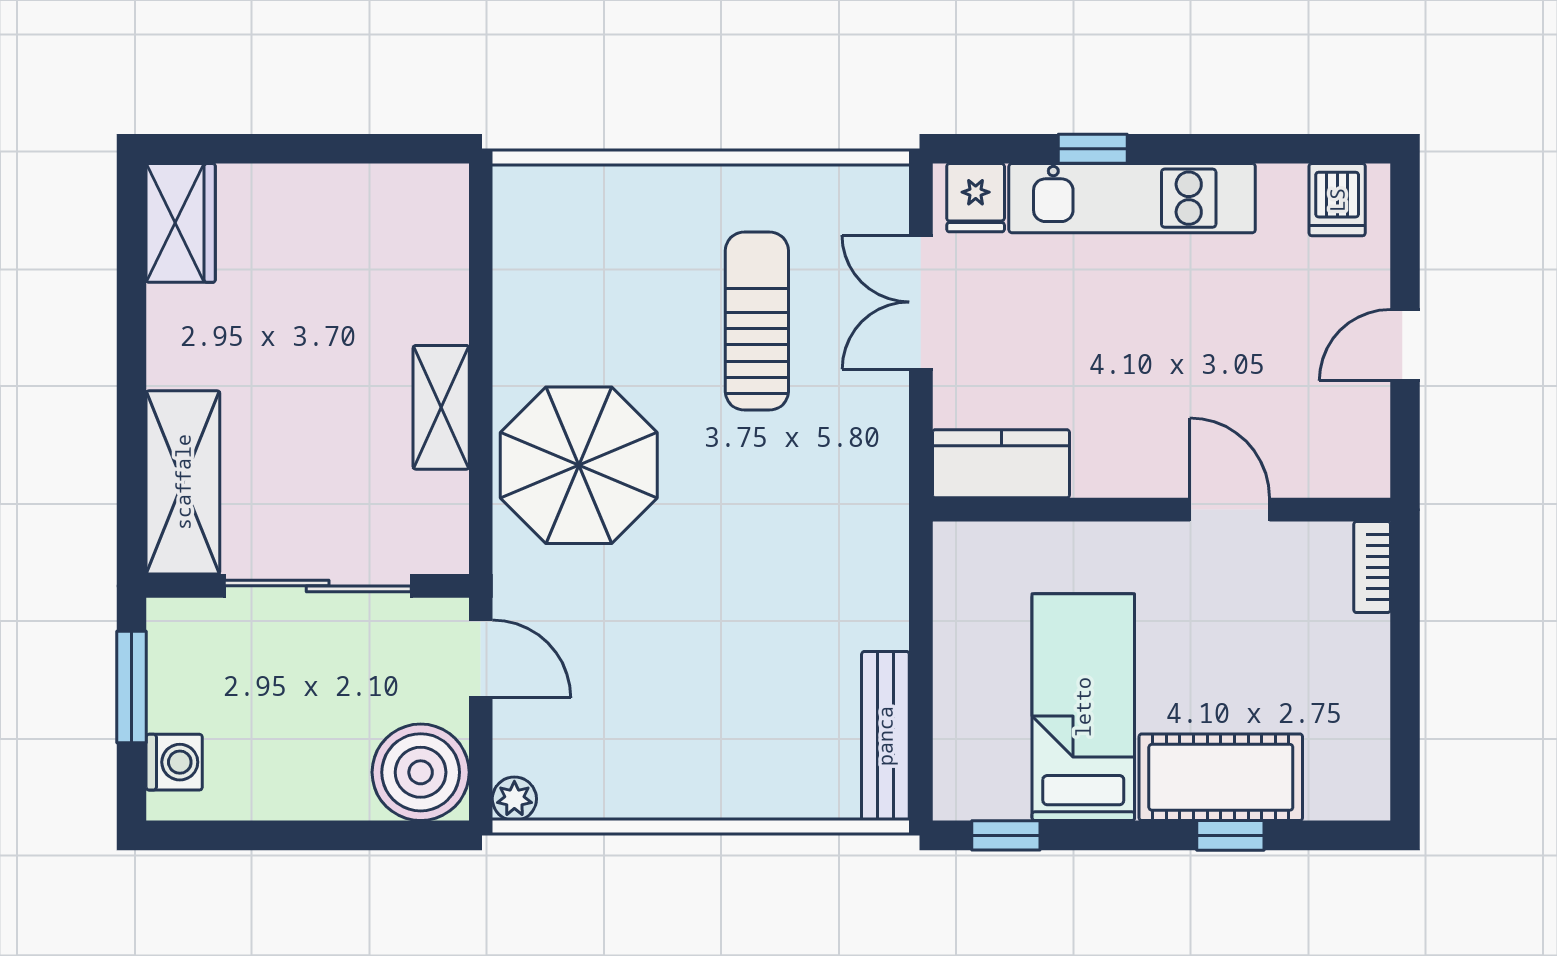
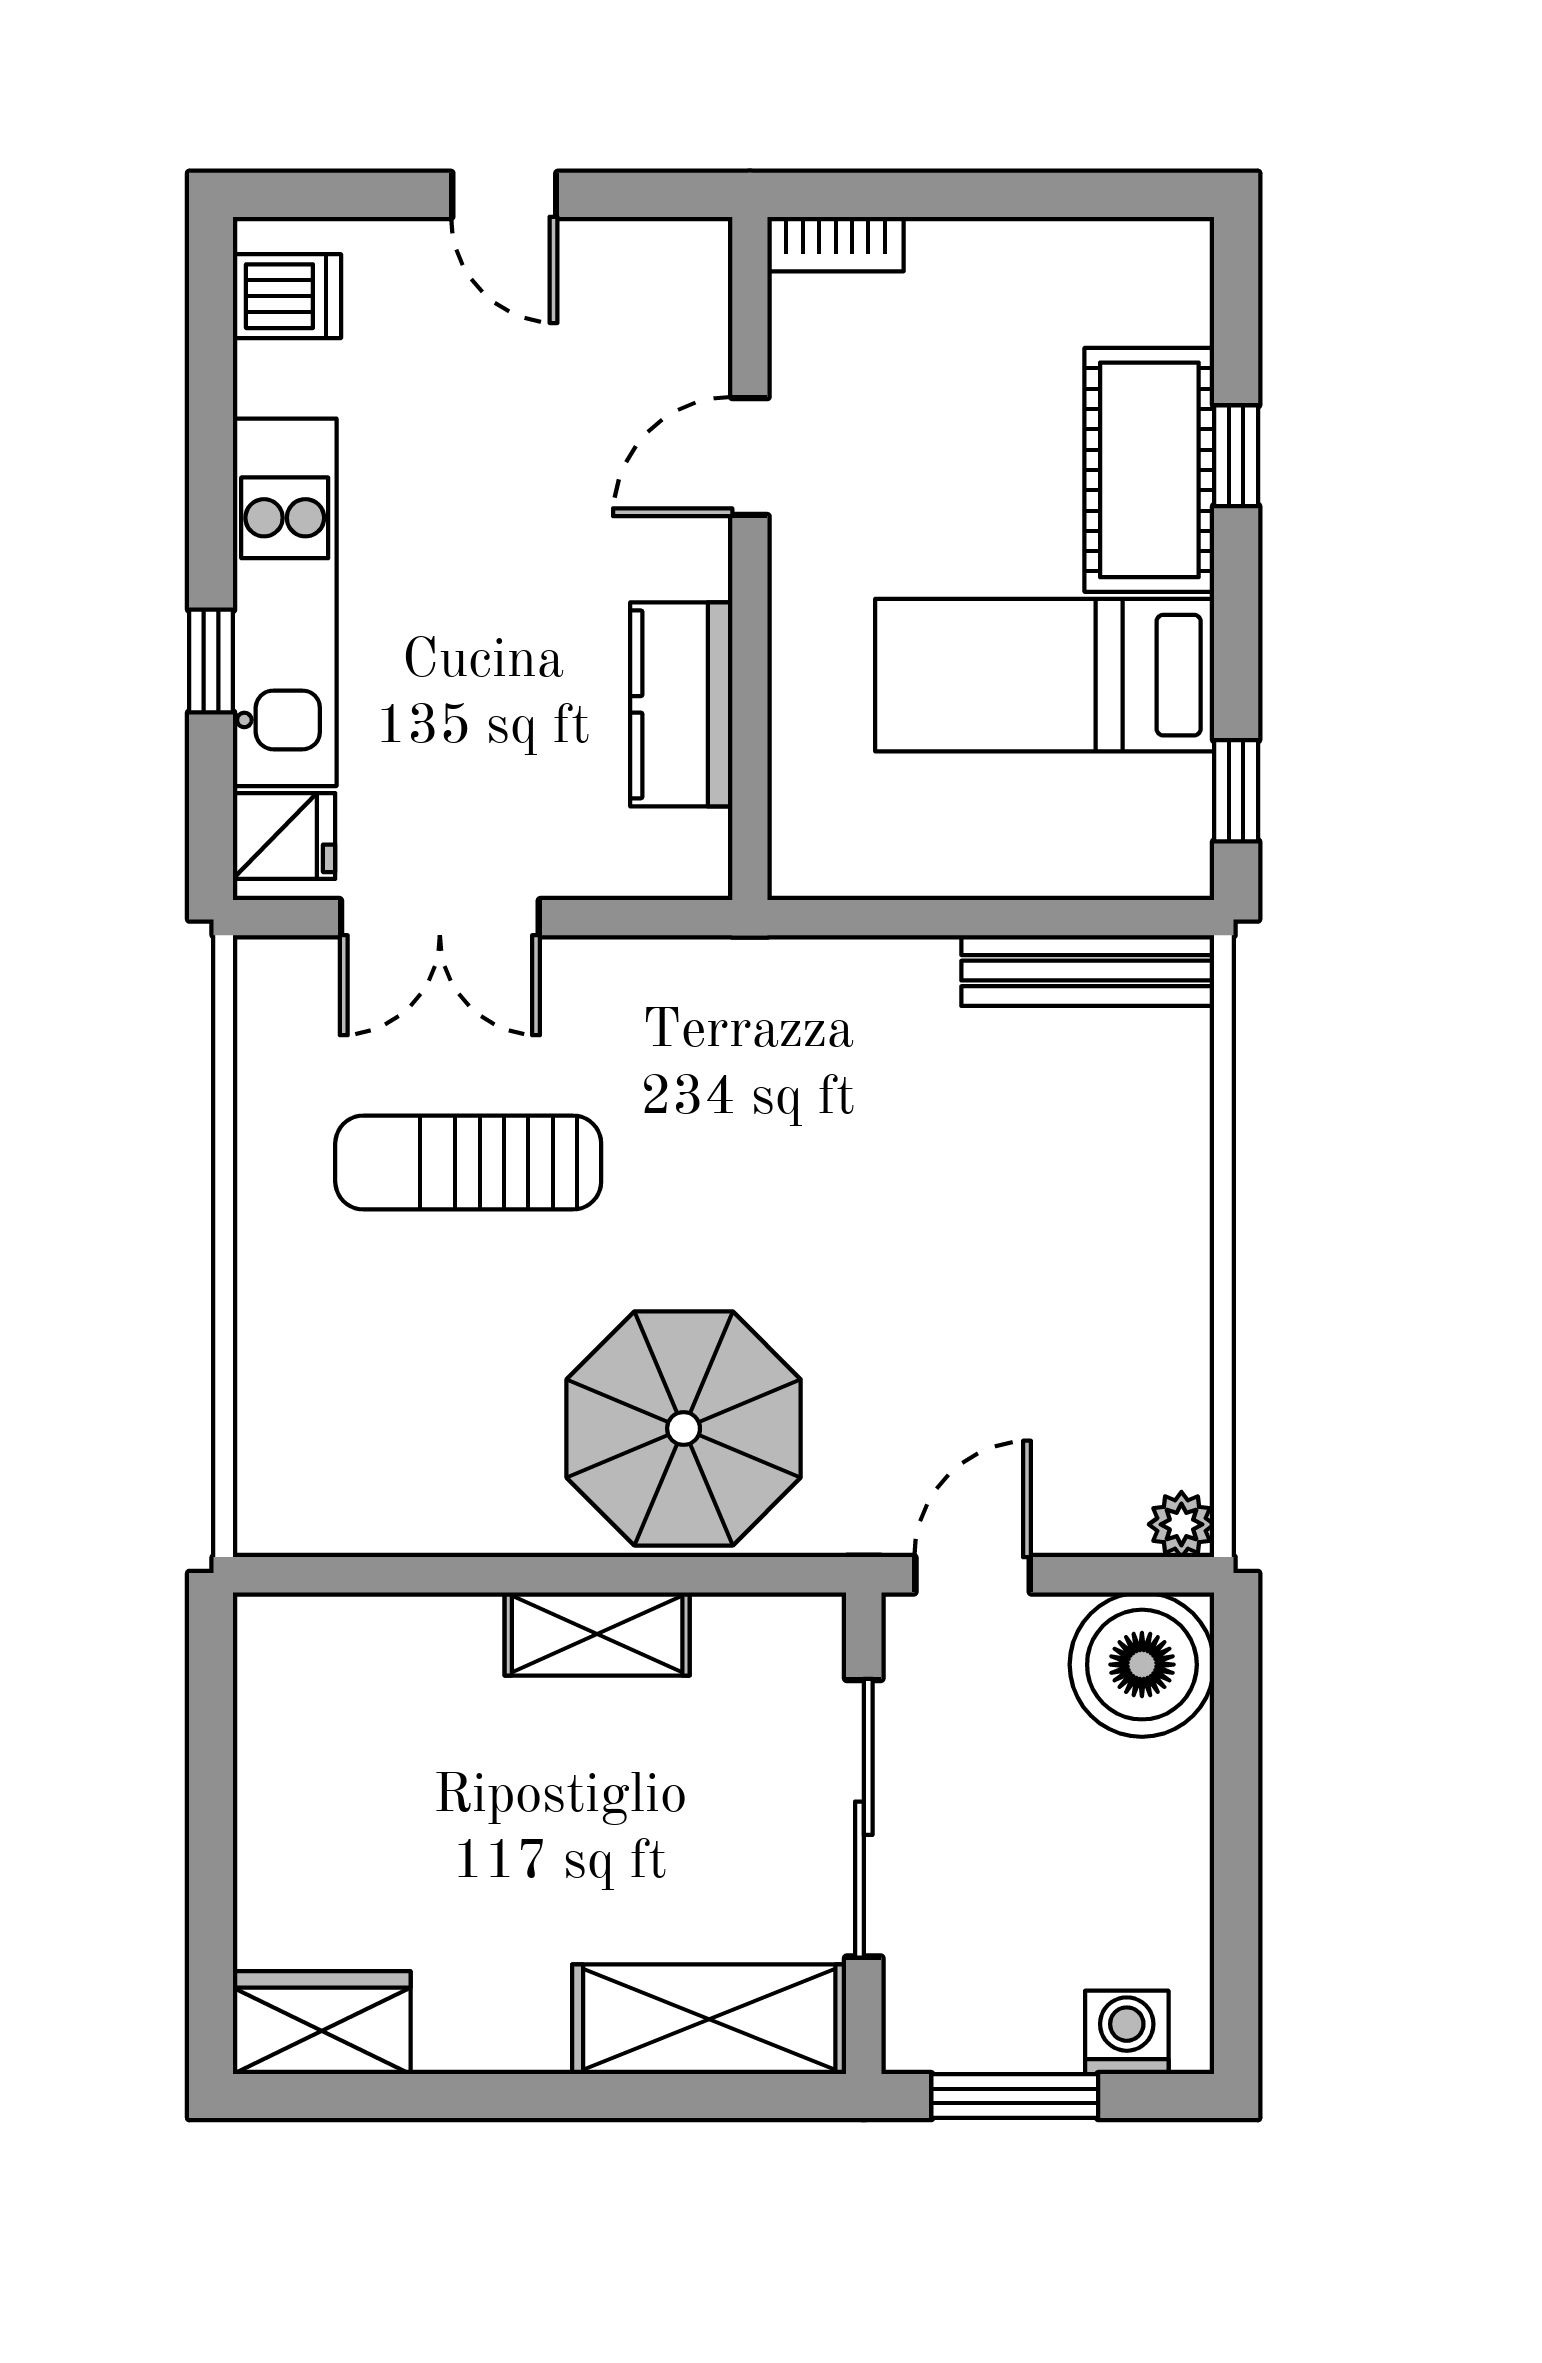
kitchen counter: (1001, 464) -> (681, 704), moved

